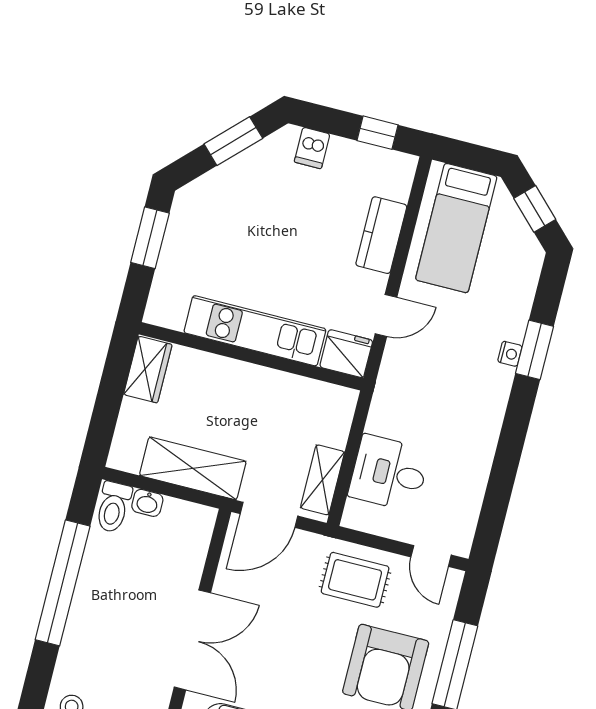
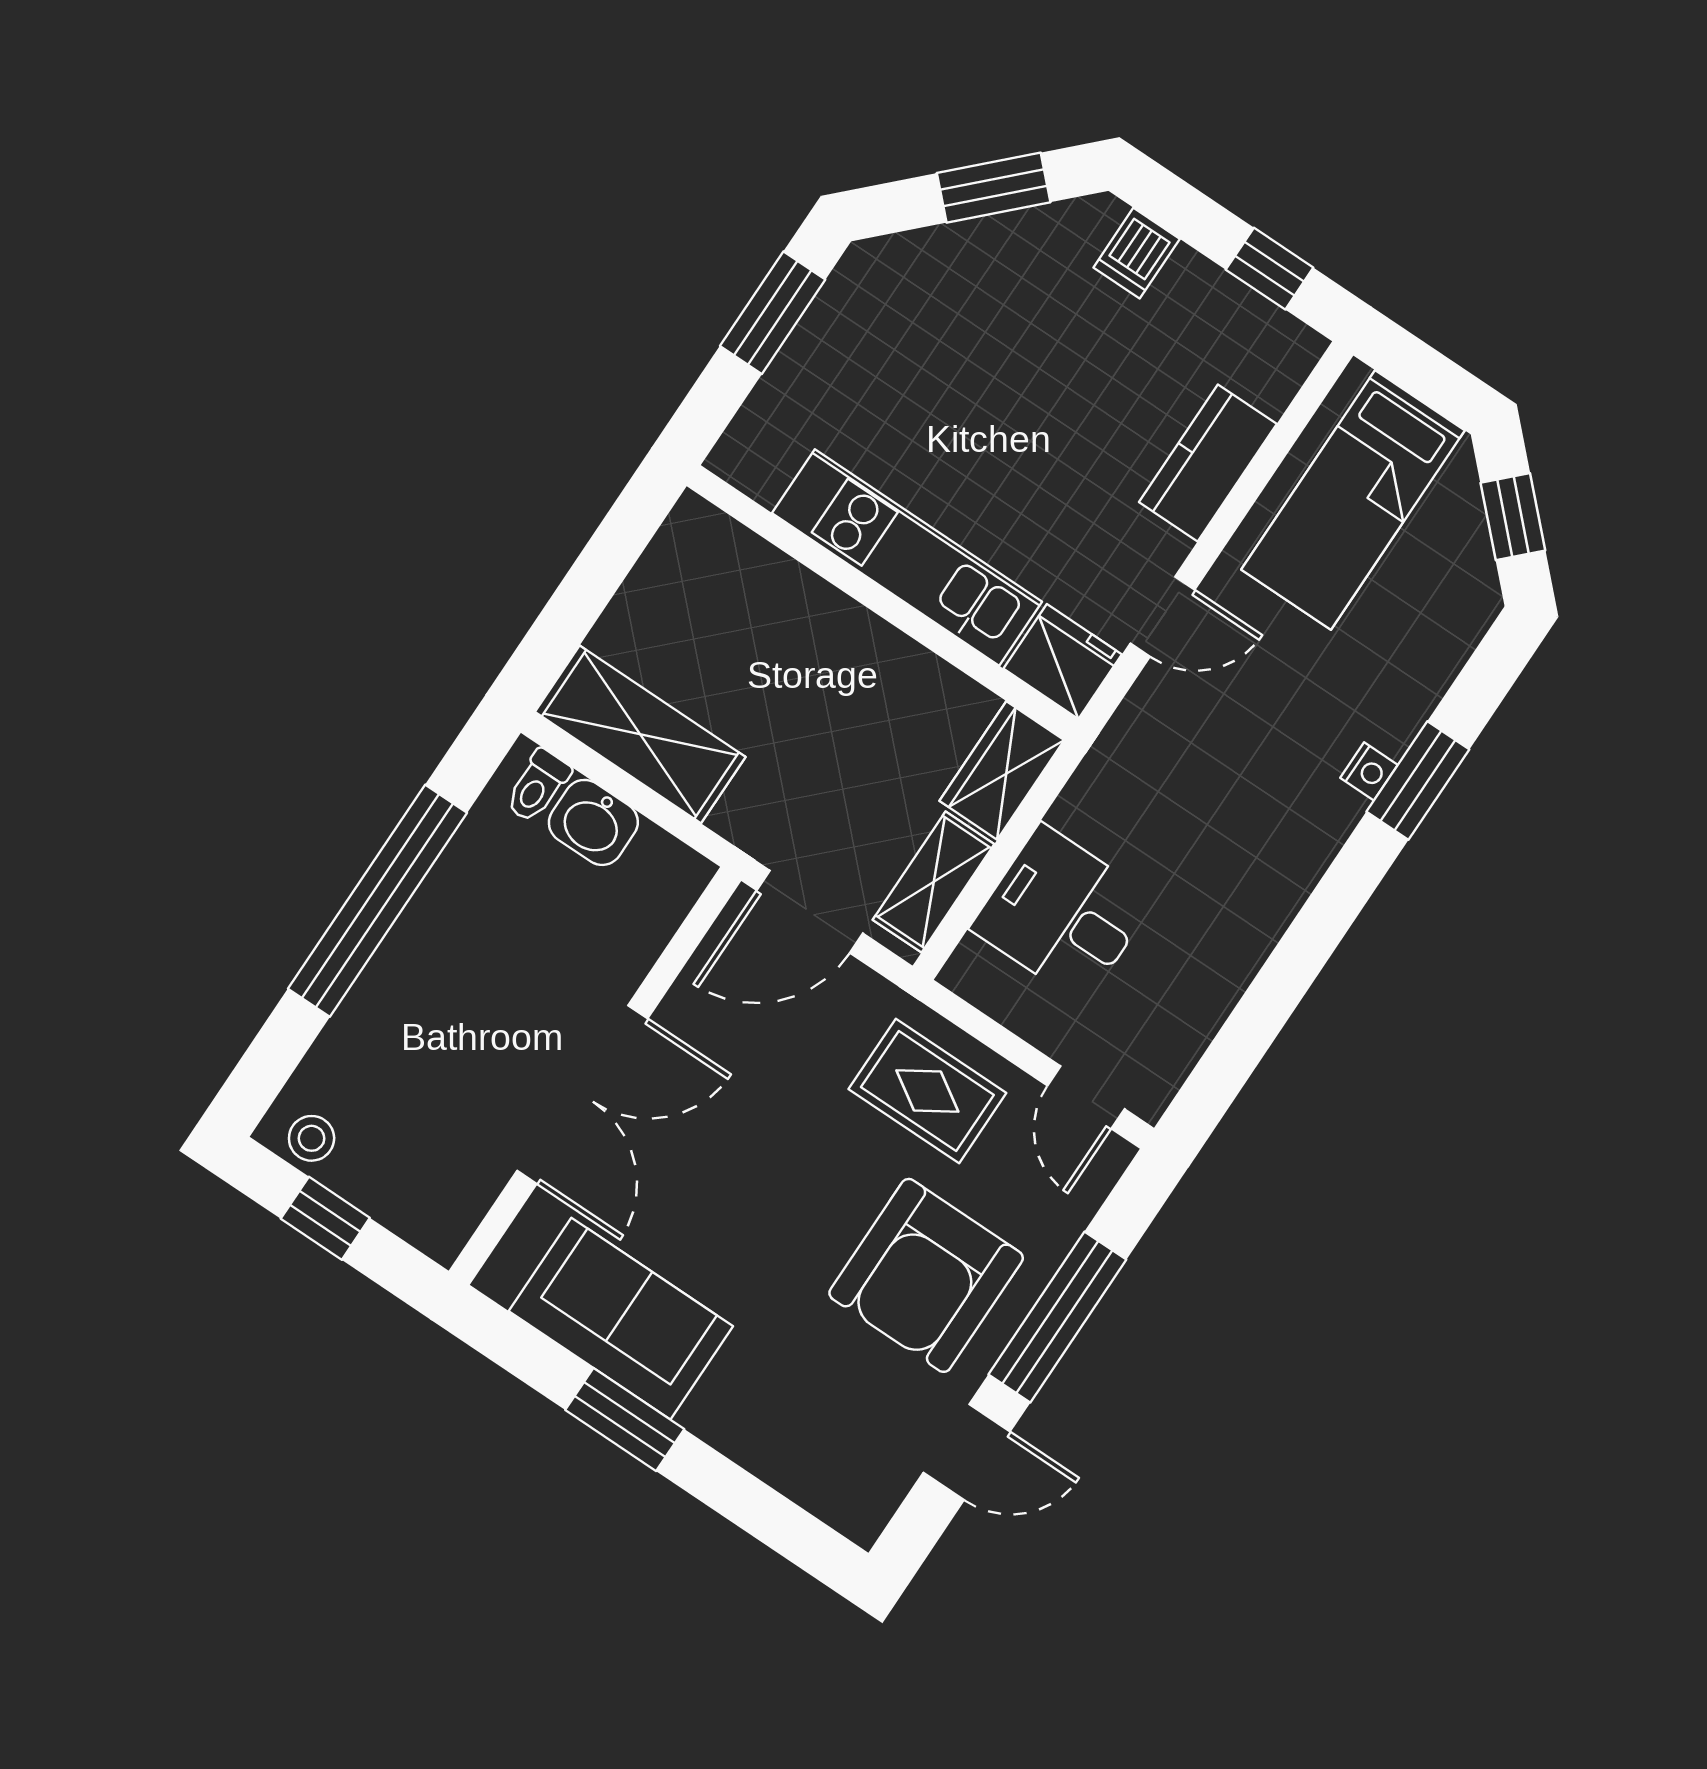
wardrobe: (148, 370) -> (1002, 771), moved, turned 180
shelving: (193, 468) -> (640, 734), moved
washbasin: (147, 503) -> (593, 822), width x1.38, depth x1.45
toilet: (113, 507) -> (538, 786), width x0.73, depth x0.72

